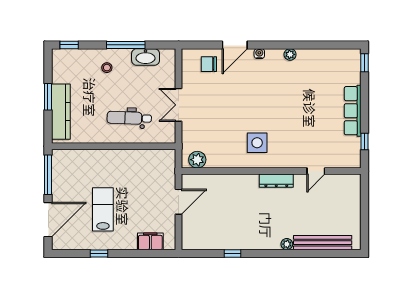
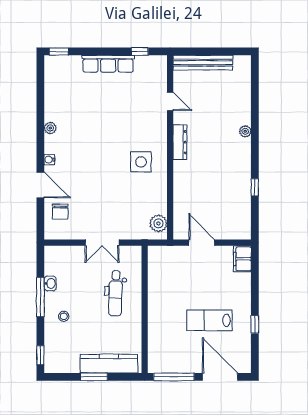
washbasin: (146, 57) -> (50, 283), width x0.52, depth x0.69
filing cabinet: (150, 241) -> (242, 259), moved
bench: (323, 243) -> (203, 63), moved, turned 90

